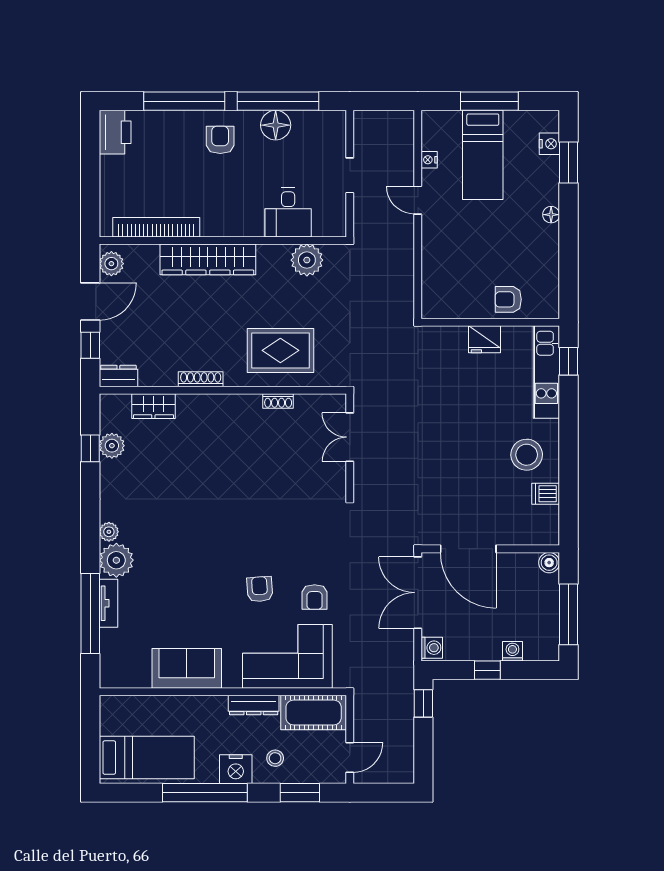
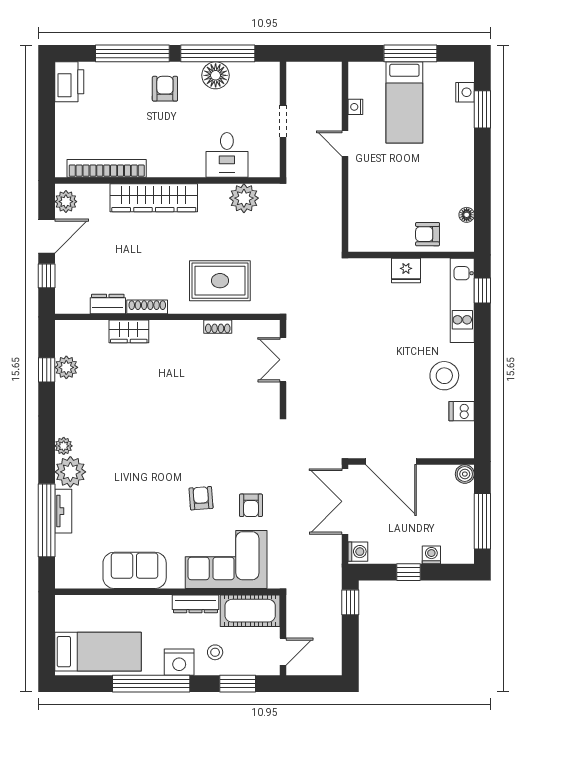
floor lamp: (551, 215) -> (467, 215), moved
dresser: (118, 376) -> (108, 304), moved
wardrobe: (153, 406) -> (129, 331), moved

